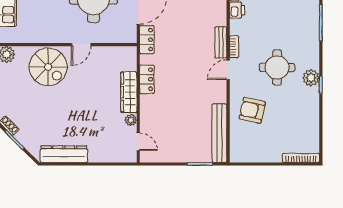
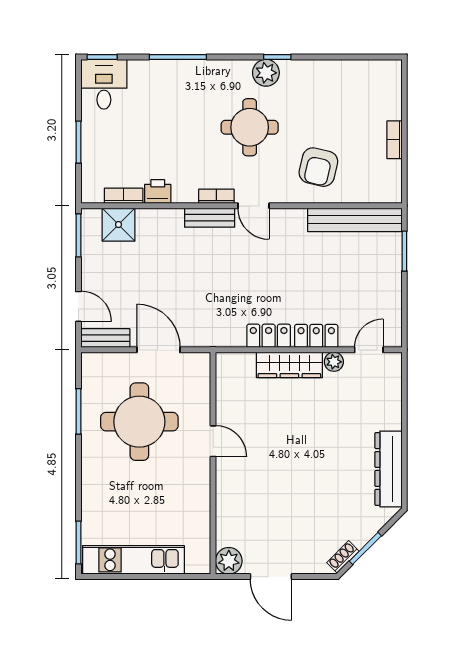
locker: (147, 40) -> (316, 336), moved
spiral stairs: (48, 67) -> (249, 494), removed
bookcase: (301, 158) -> (394, 140), moved, width x0.64

